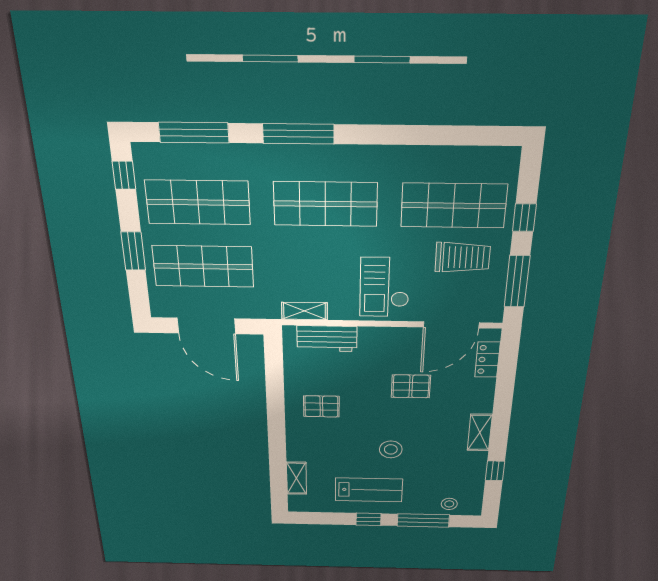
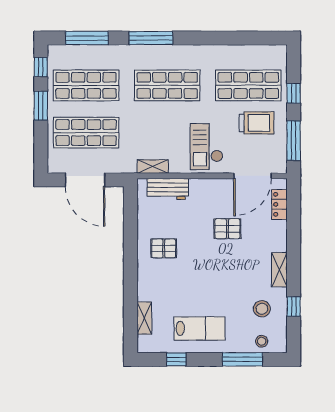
window: (133, 251) -> (41, 106), moved
stool: (391, 449) -> (262, 309), moved
window: (368, 519) -> (176, 359), moved

